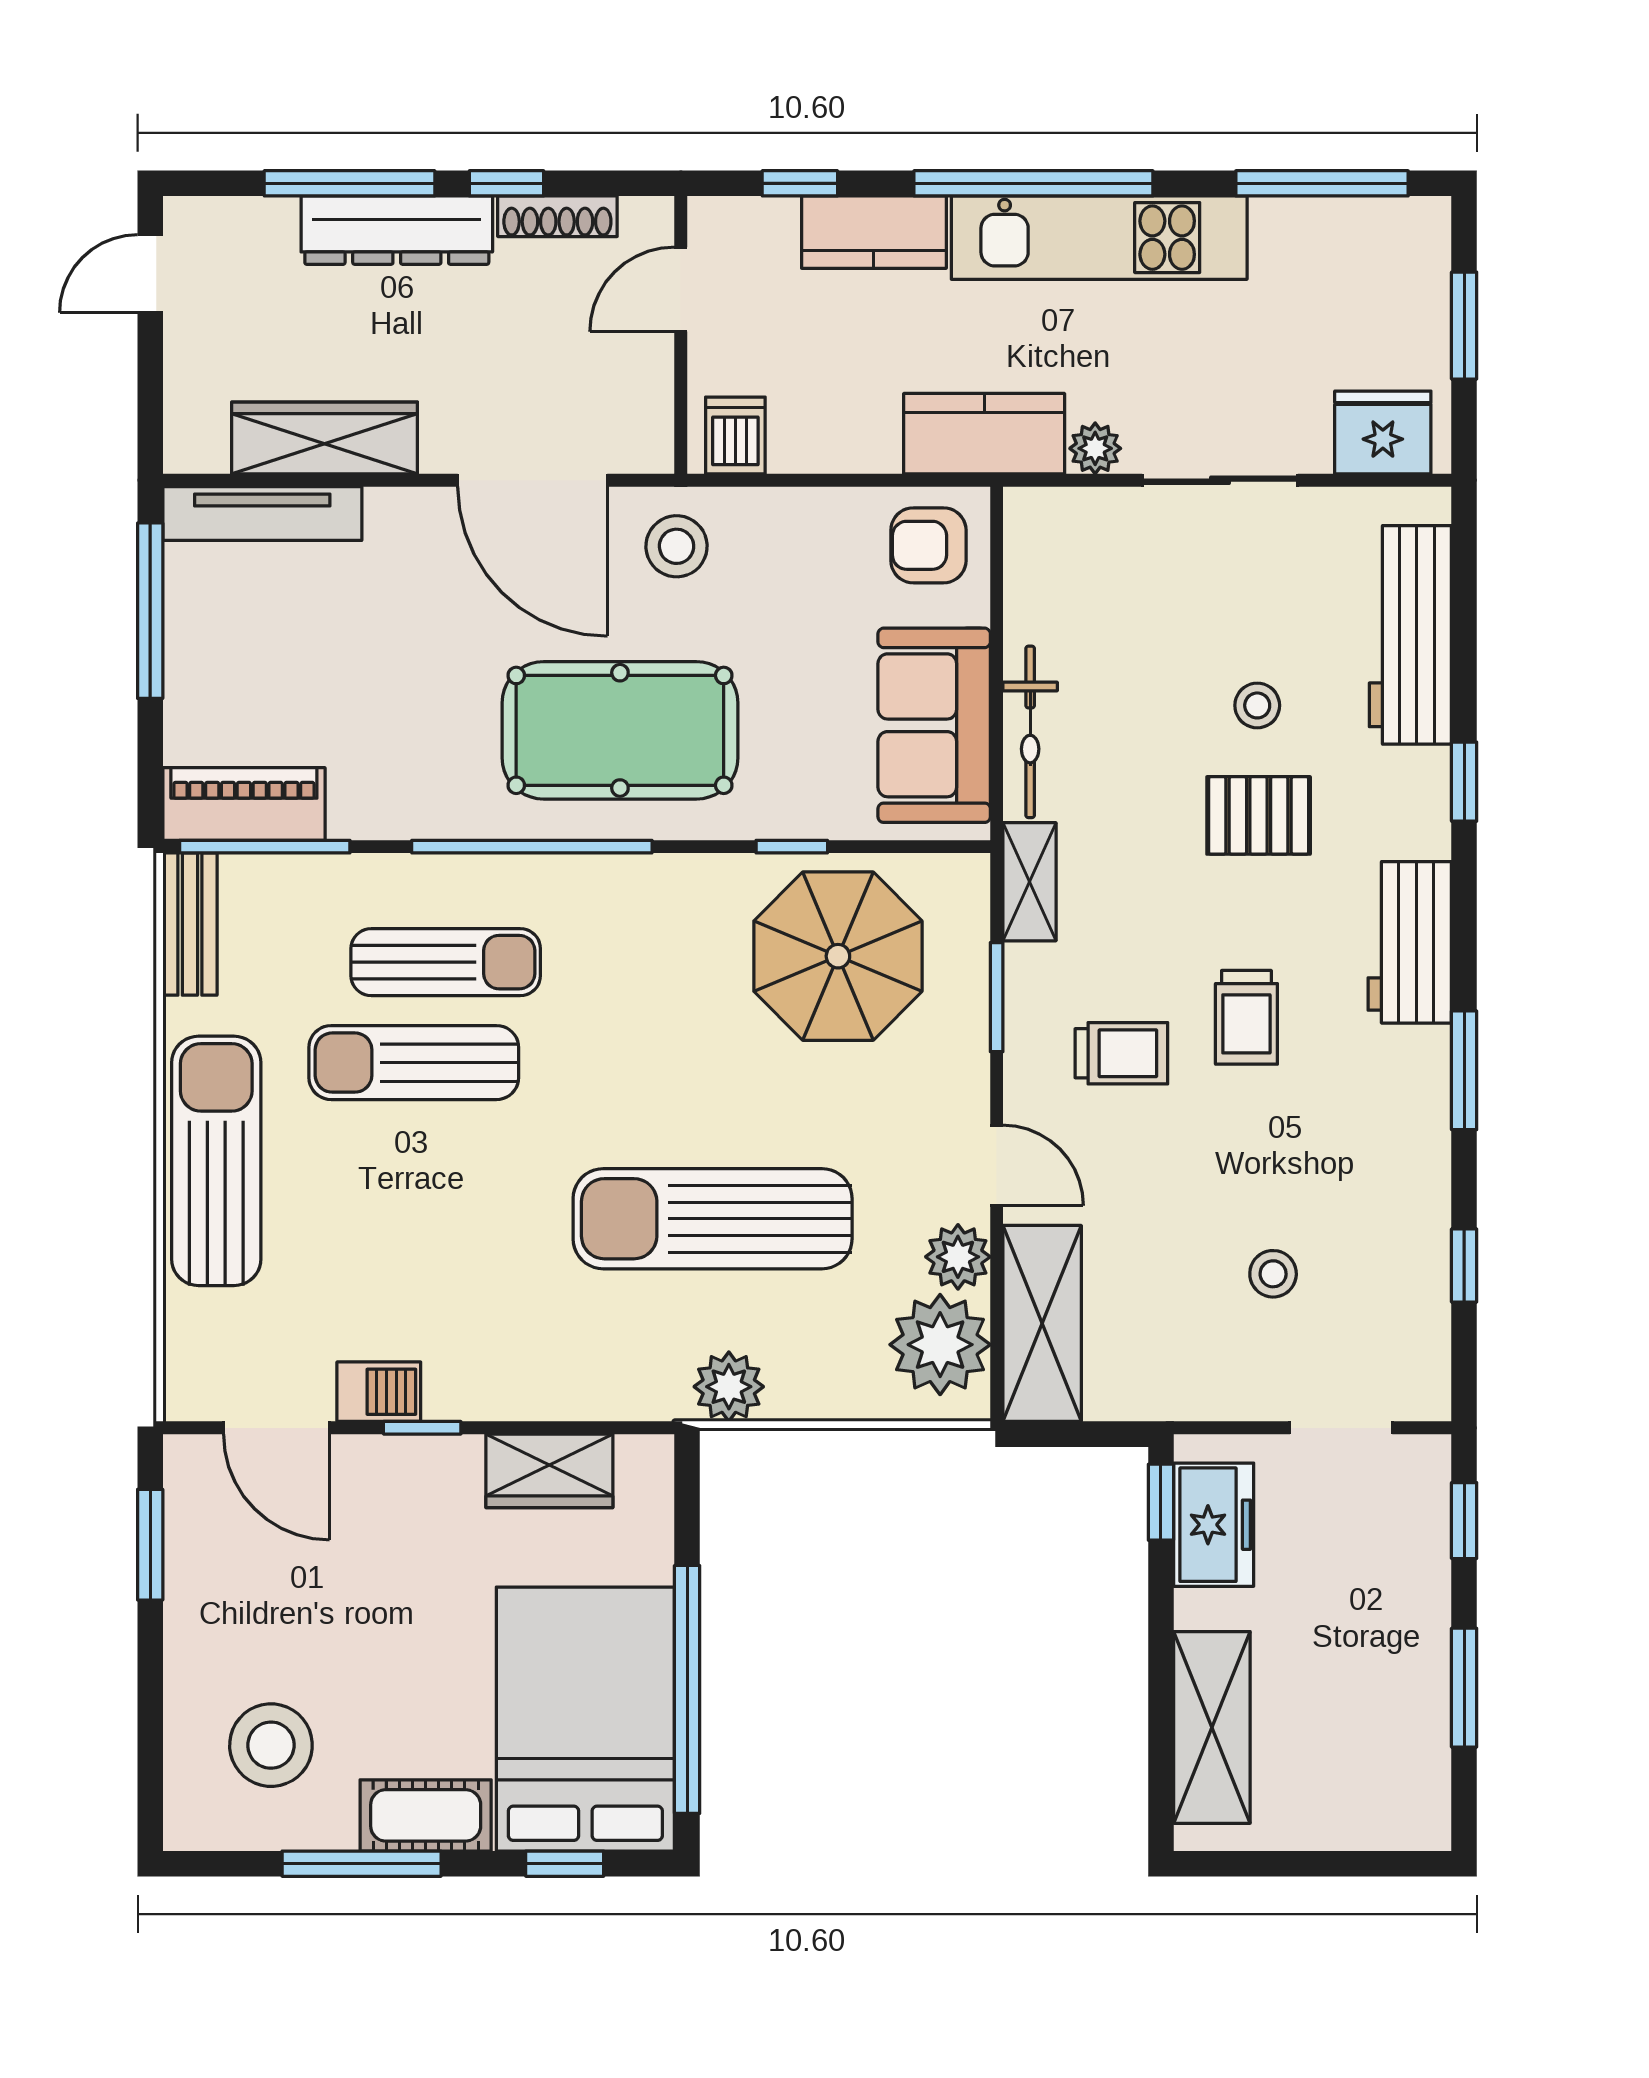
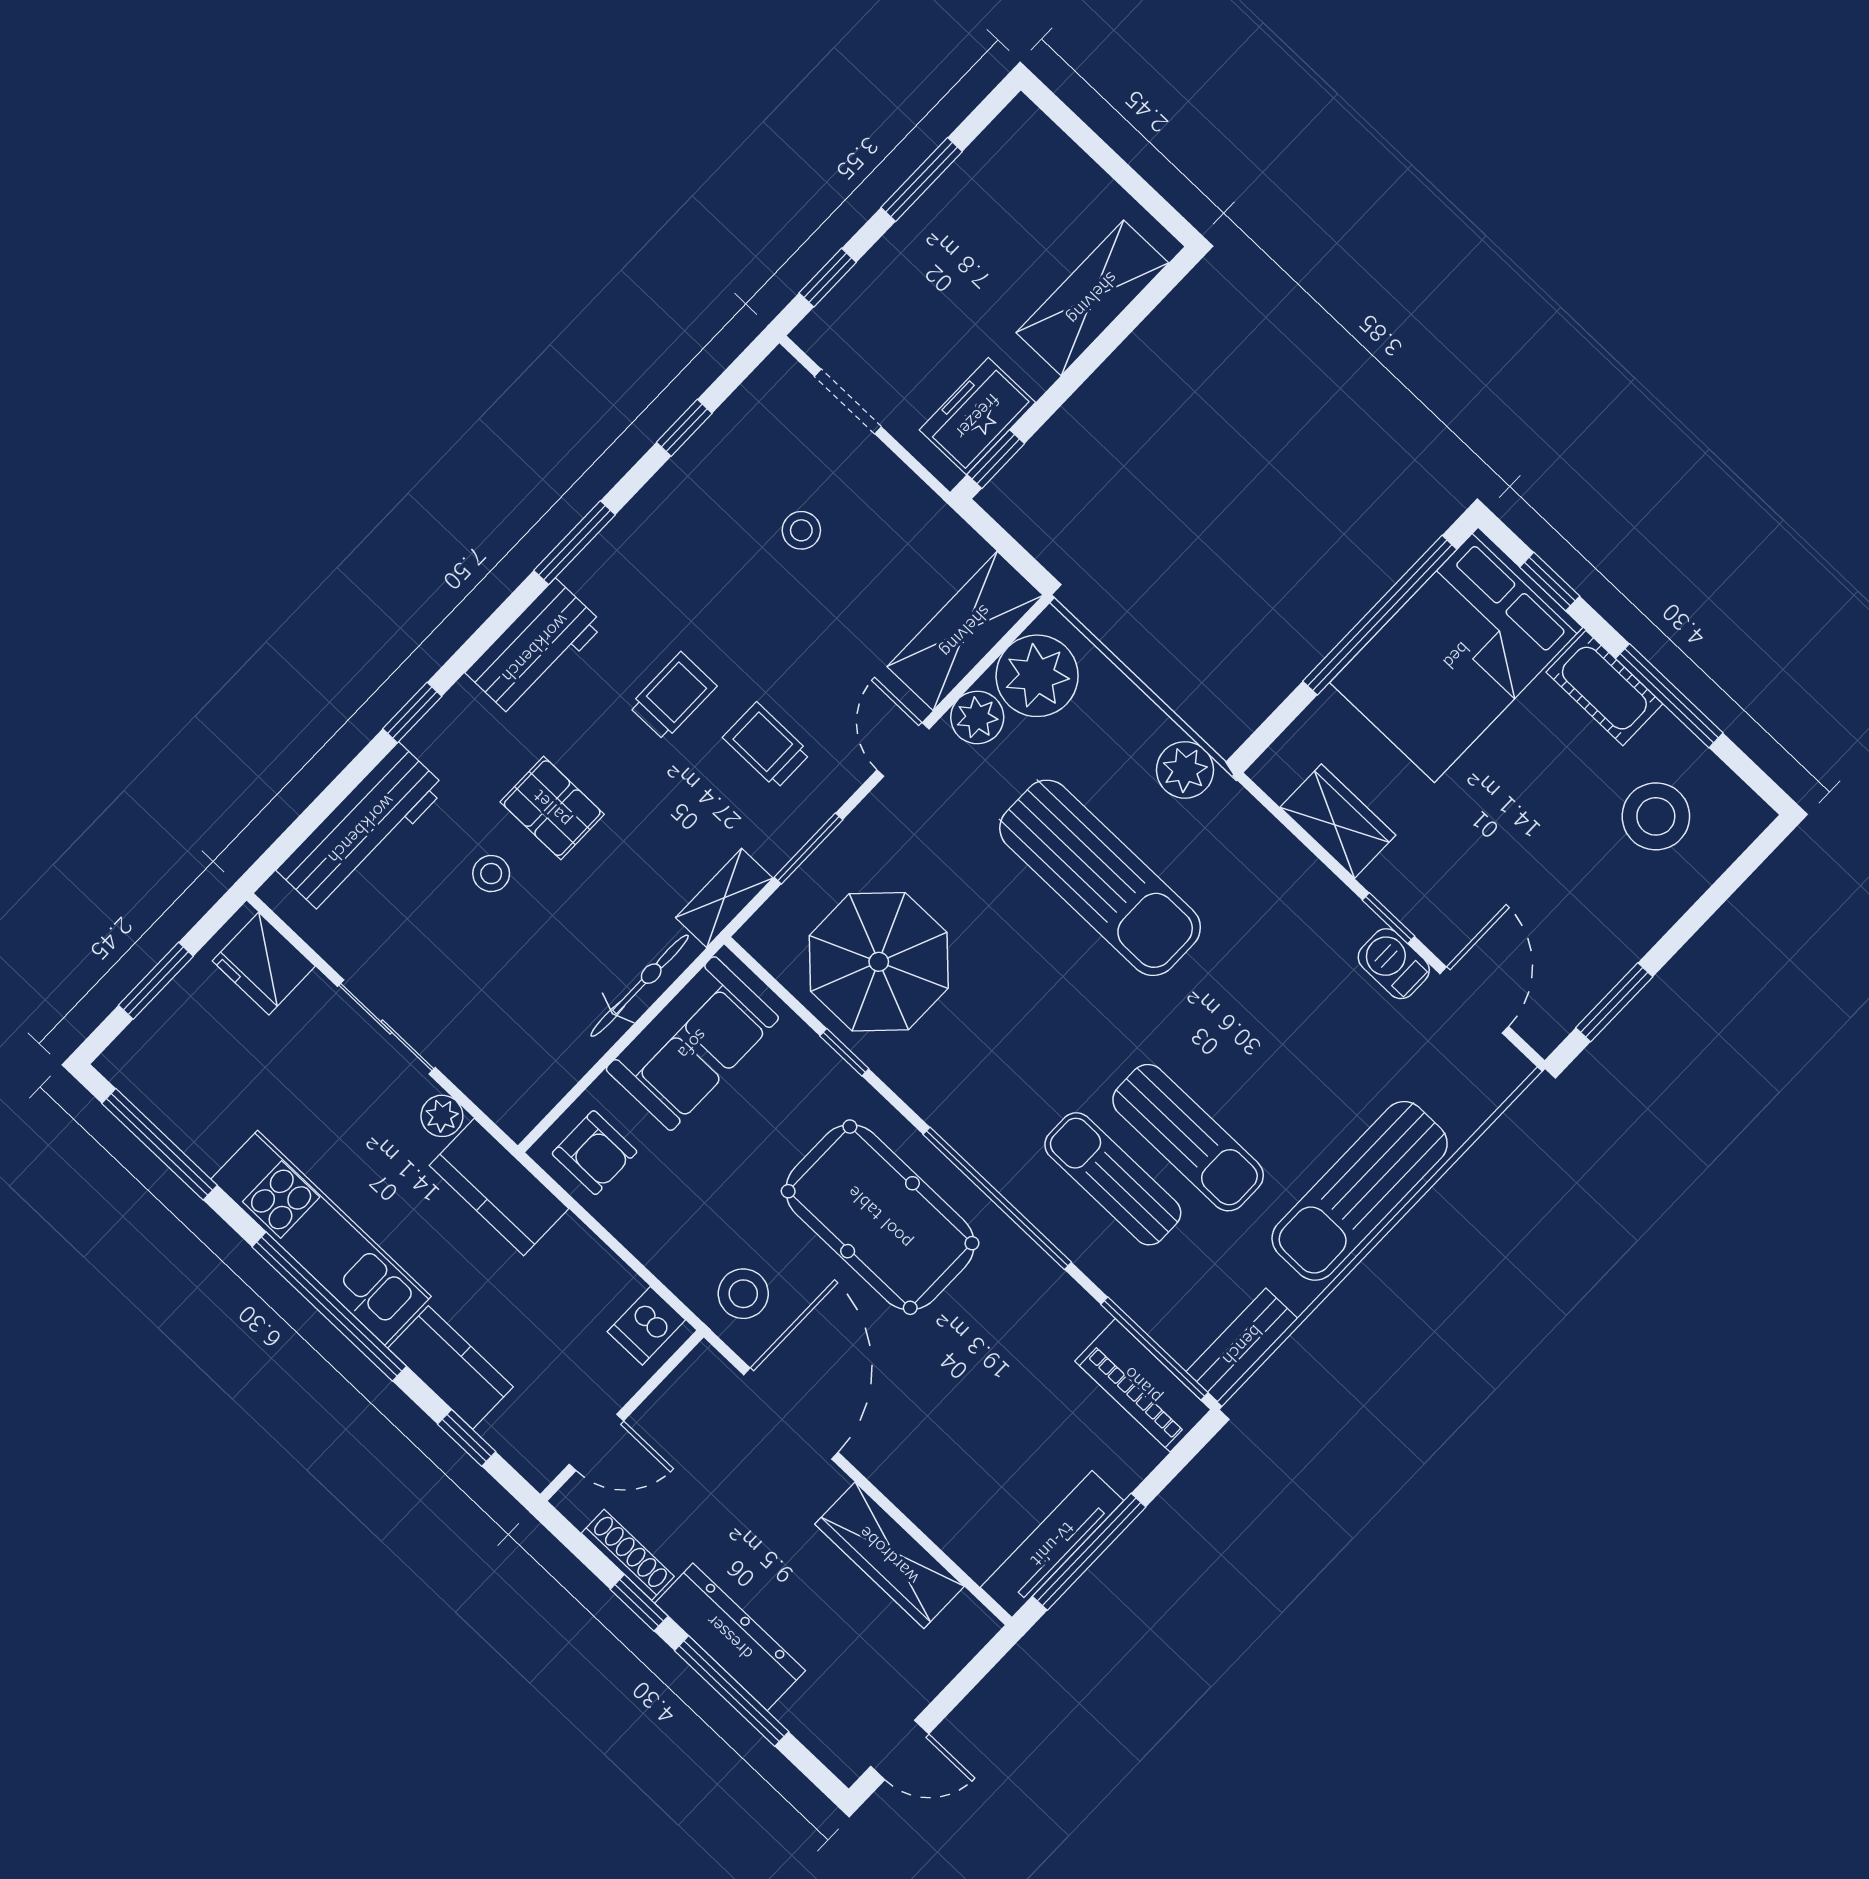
tv unit: (262, 514) -> (1052, 1544), moved, turned -90

